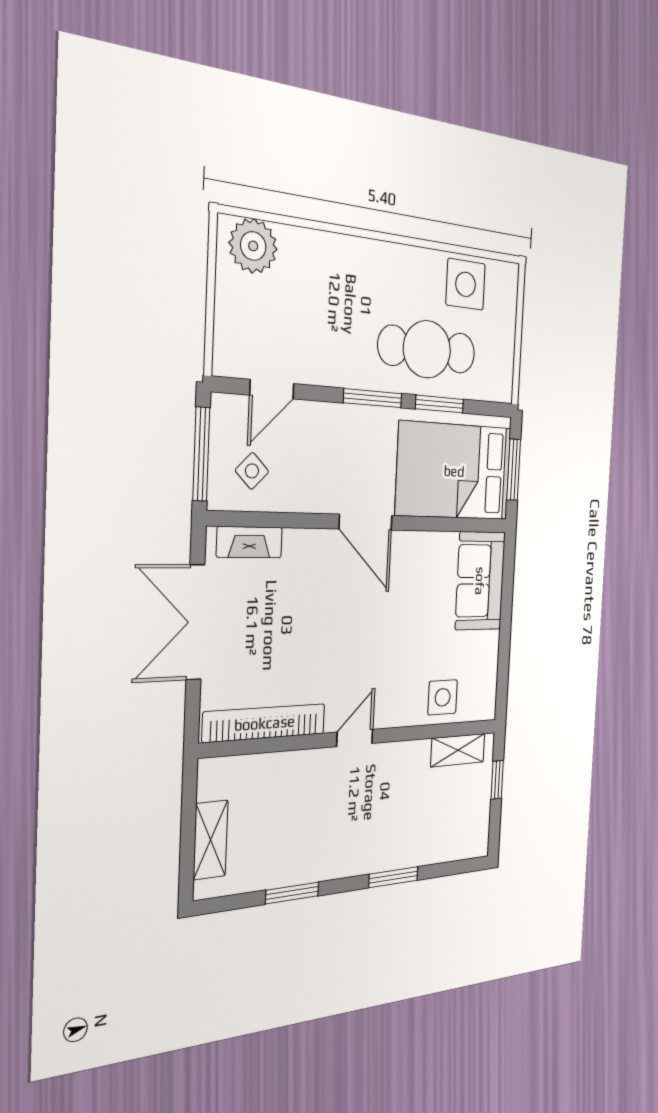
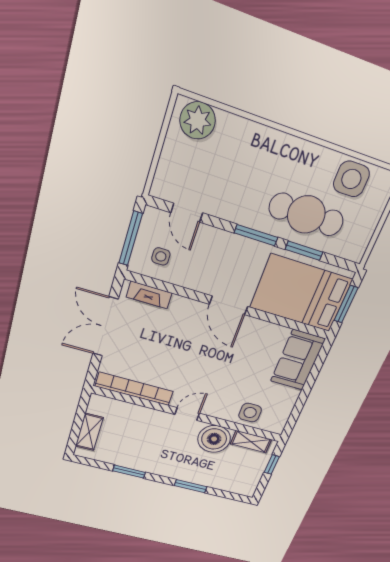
door: (272, 389) -> (187, 213), hinge flipped
side table: (252, 471) -> (161, 256), turned 45
boiler: (405, 768) -> (214, 439), added

